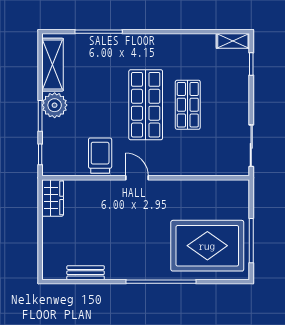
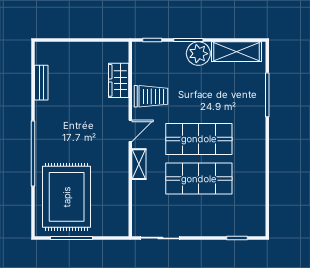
shelving: (233, 41) -> (139, 164), moved
shop shelf: (188, 105) -> (199, 179), width x1.43, depth x1.36
wardrobe: (53, 198) -> (119, 80), moved, turned 90

